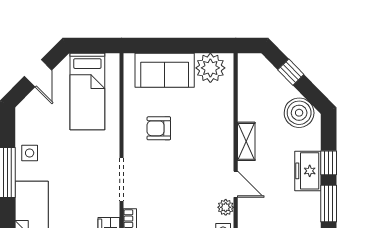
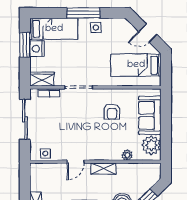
armchair: (159, 128) -> (112, 112), turned 180
plant: (226, 207) -> (127, 155), moved

